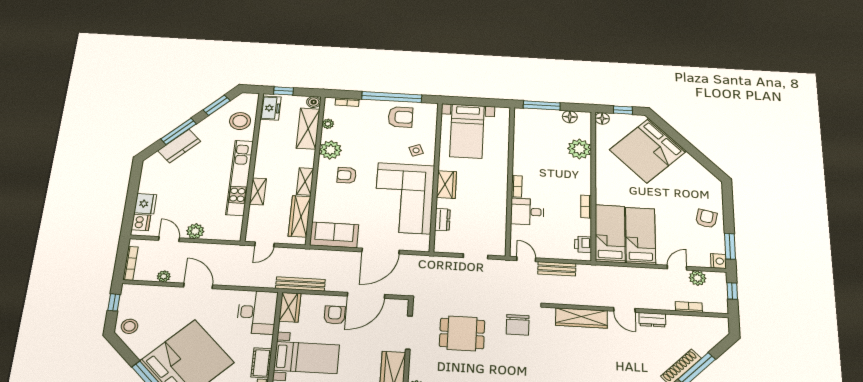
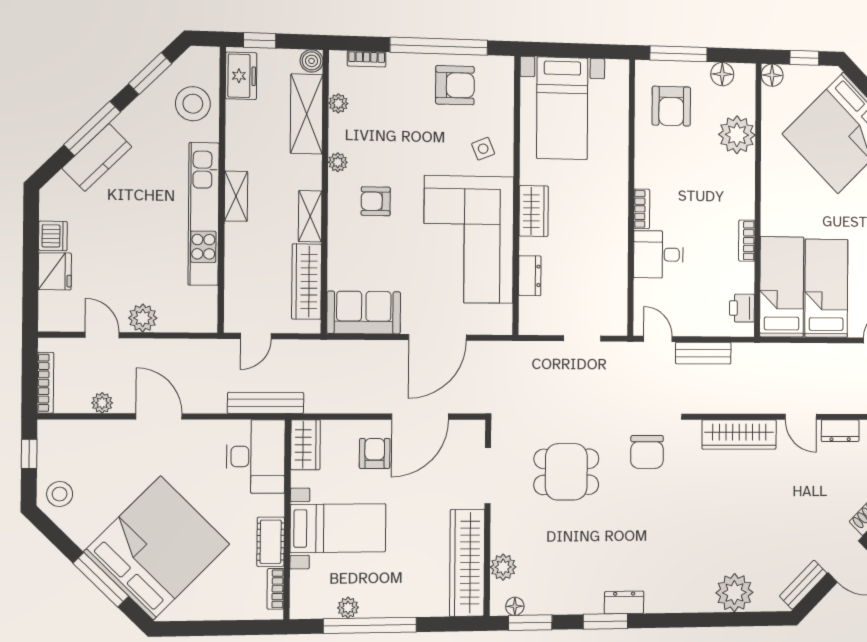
armchair: (537, 132) -> (671, 106), added
plant: (331, 150) -> (338, 162), width x0.53, depth x0.53
shelving: (258, 191) -> (236, 196), moved
dishwasher: (141, 222) -> (53, 236), moved
bench: (300, 284) -> (266, 403), moved

